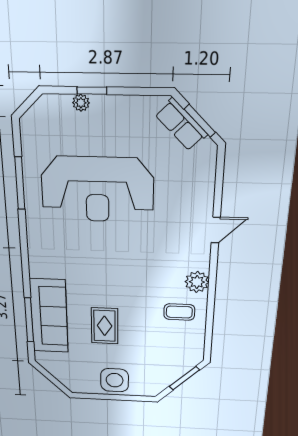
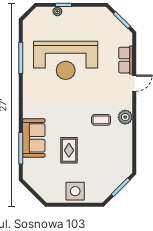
row of seats: (181, 125) -> (126, 60), moved, turned 45
coffee table: (179, 312) -> (101, 120), moved
sofa: (49, 316) -> (34, 138), width x0.73

